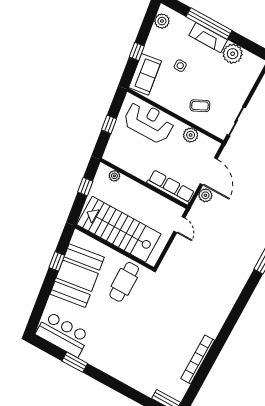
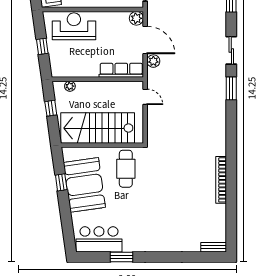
plant: (191, 135) -> (136, 18), moved
bookcase: (198, 359) -> (221, 180), moved

